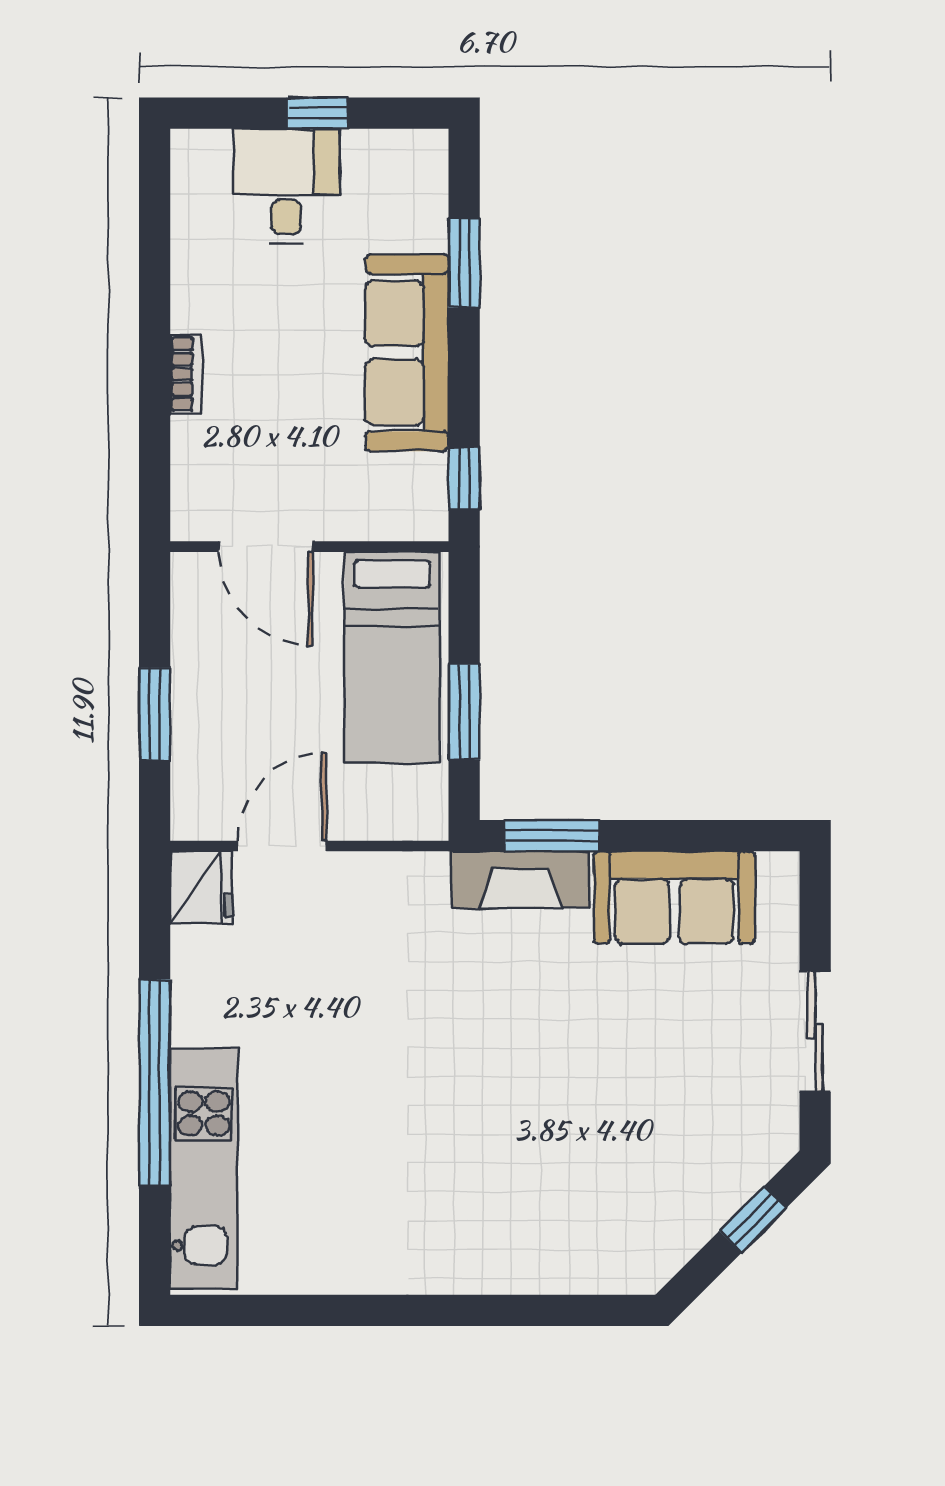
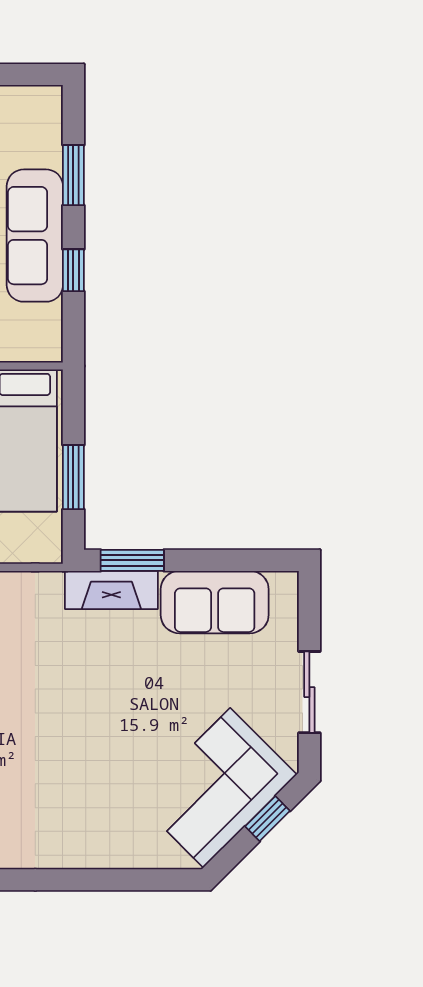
window: (464, 478) -> (73, 270), moved
corner sofa: (677, 1174) -> (217, 788), added

